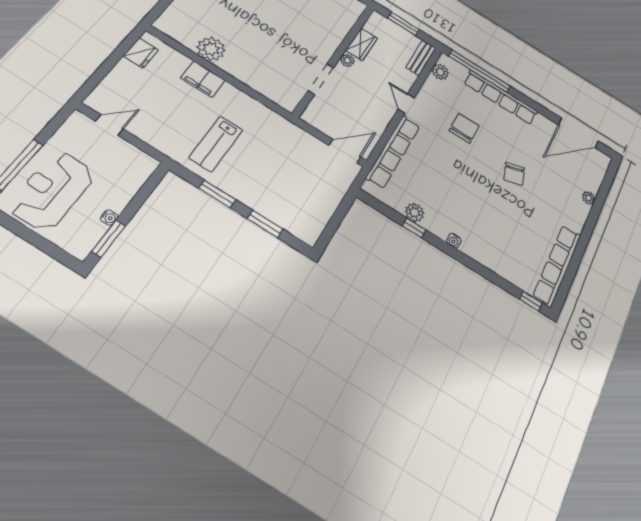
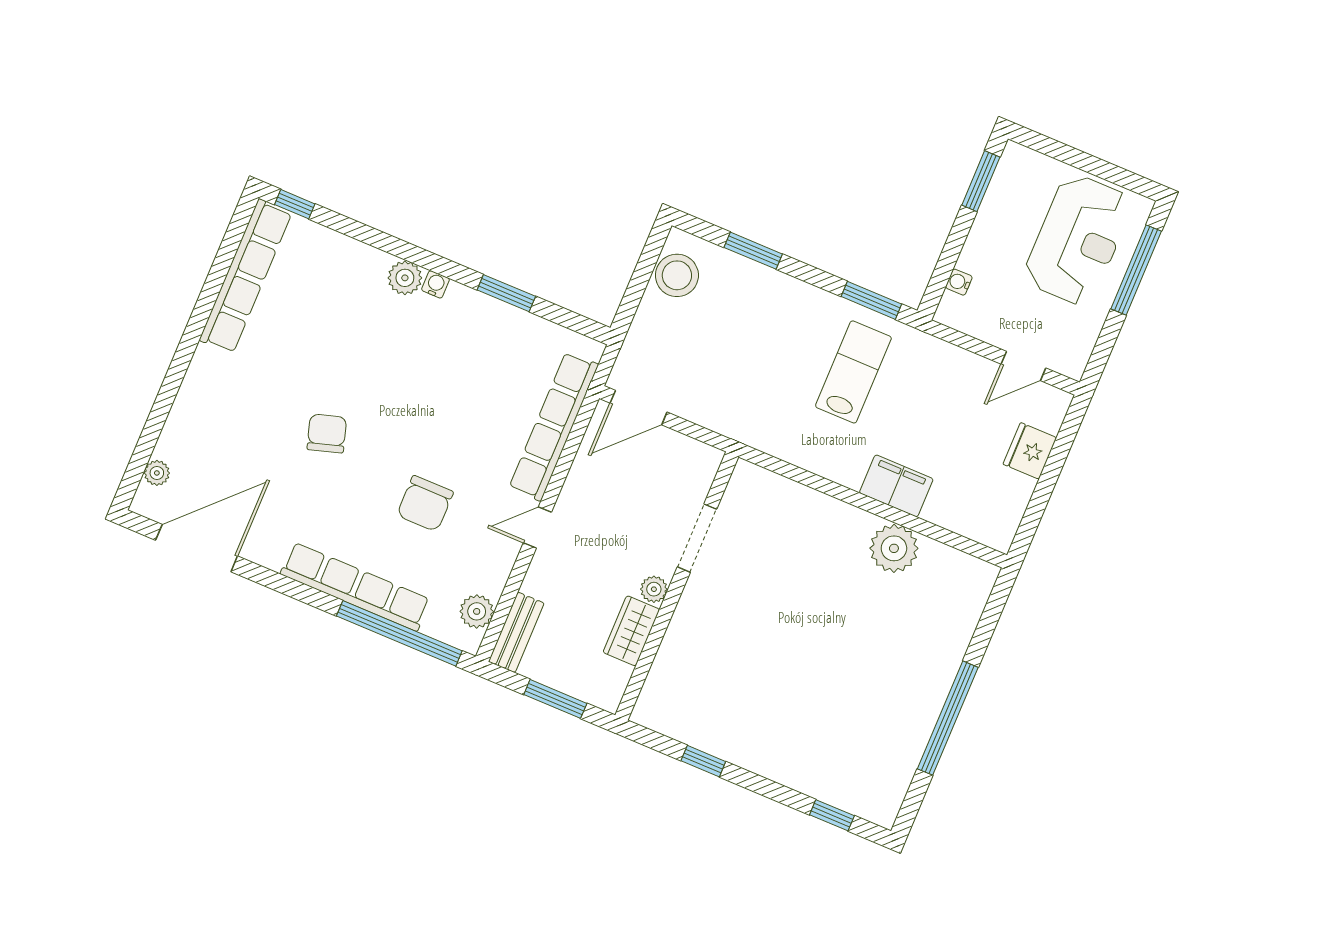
fridge: (141, 53) -> (1030, 451), moved
door: (406, 104) -> (537, 528), swing flipped
window: (217, 194) -> (871, 300), moved
plant: (589, 198) -> (157, 473), moved
plant: (415, 212) -> (405, 278), moved
water cooler: (109, 218) -> (959, 282), moved
stool: (314, 219) -> (677, 275), added
window: (414, 228) -> (506, 293), width x1.50

